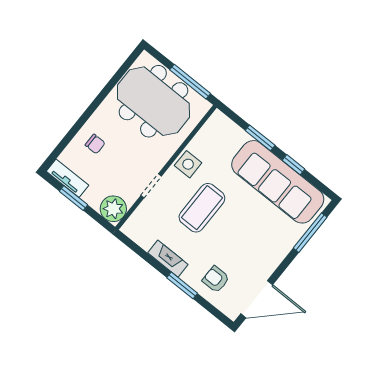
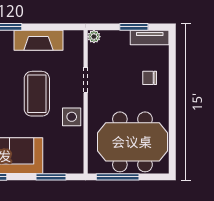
window: (260, 138) -> (51, 177), moved
plant: (113, 209) -> (94, 37), width x0.53, depth x0.53
fireplace: (168, 259) -> (38, 40), width x1.37, depth x1.32

